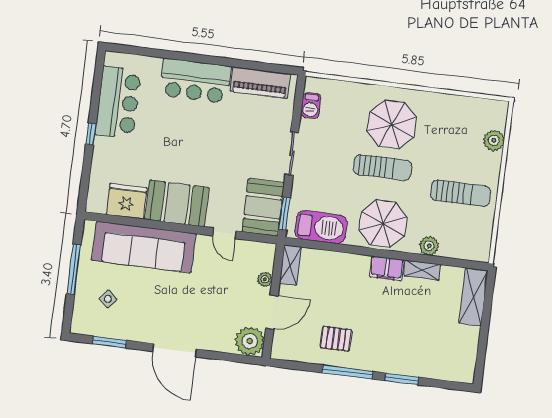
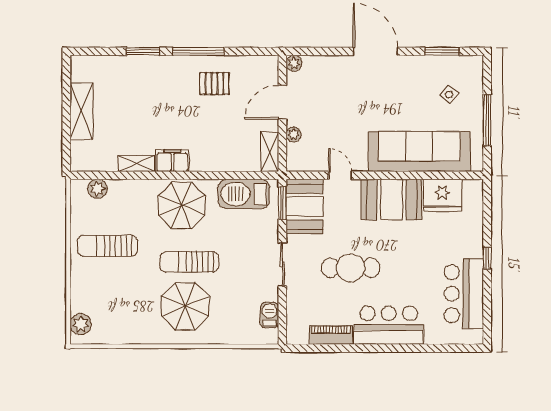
piano: (260, 83) -> (331, 335), width x0.73, depth x0.75
plant: (494, 140) -> (81, 324), moved
cafe table: (226, 142) -> (351, 268), added
plant: (429, 246) -> (97, 189), moved
shelving: (473, 297) -> (81, 111), moved
plant: (250, 341) -> (294, 63), width x0.53, depth x0.53

